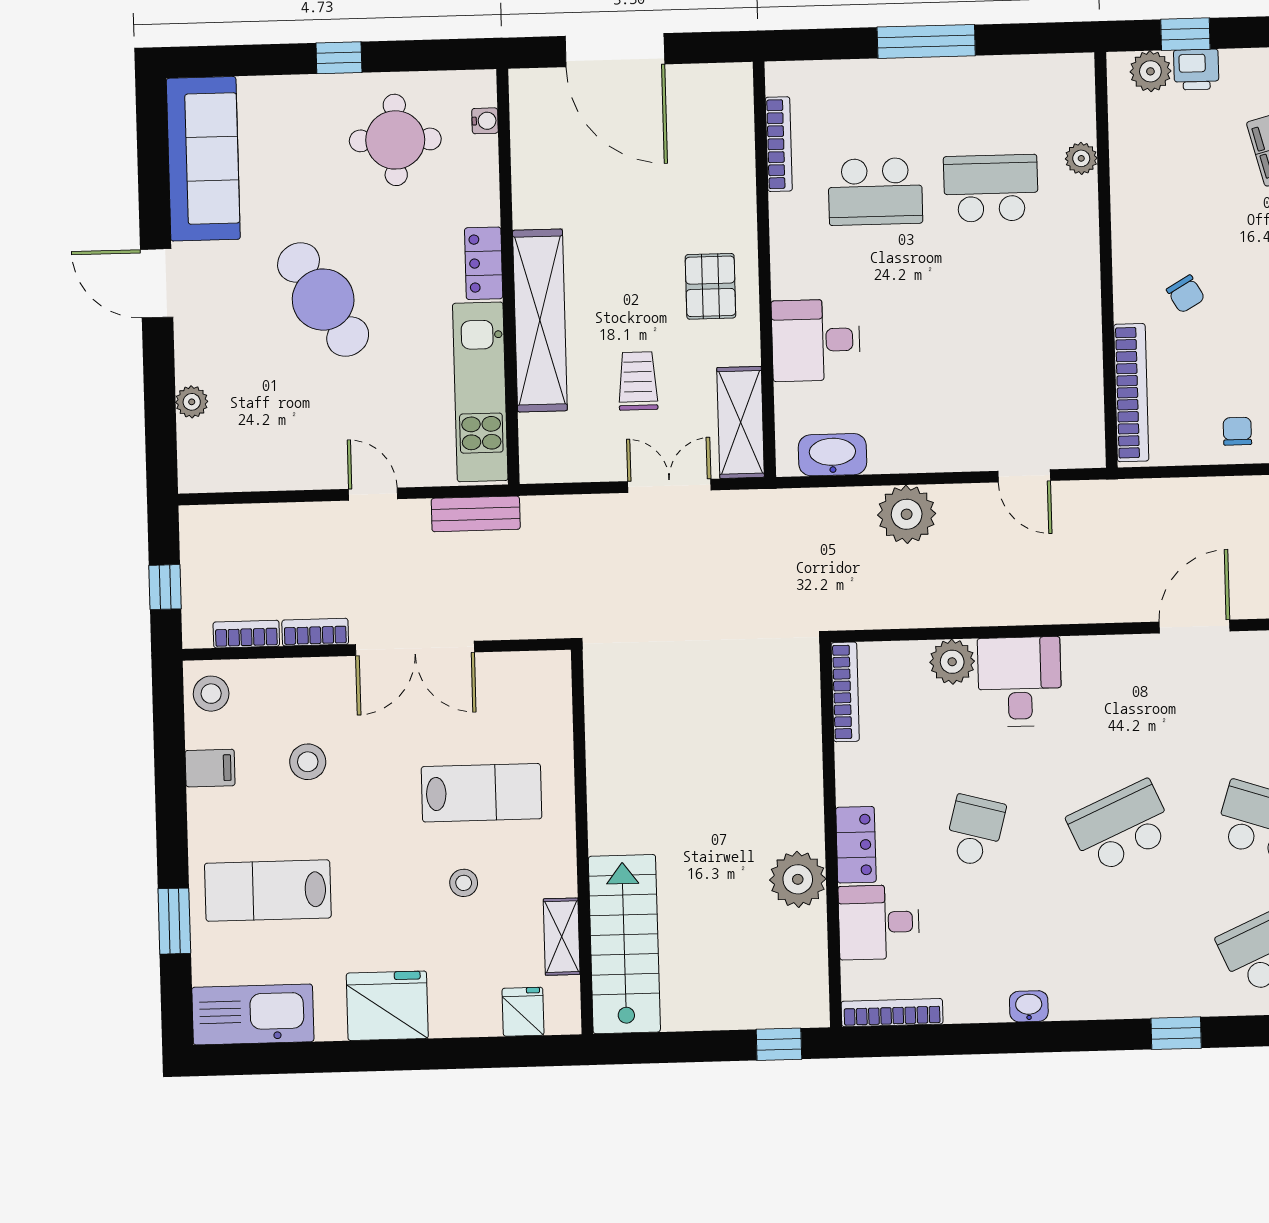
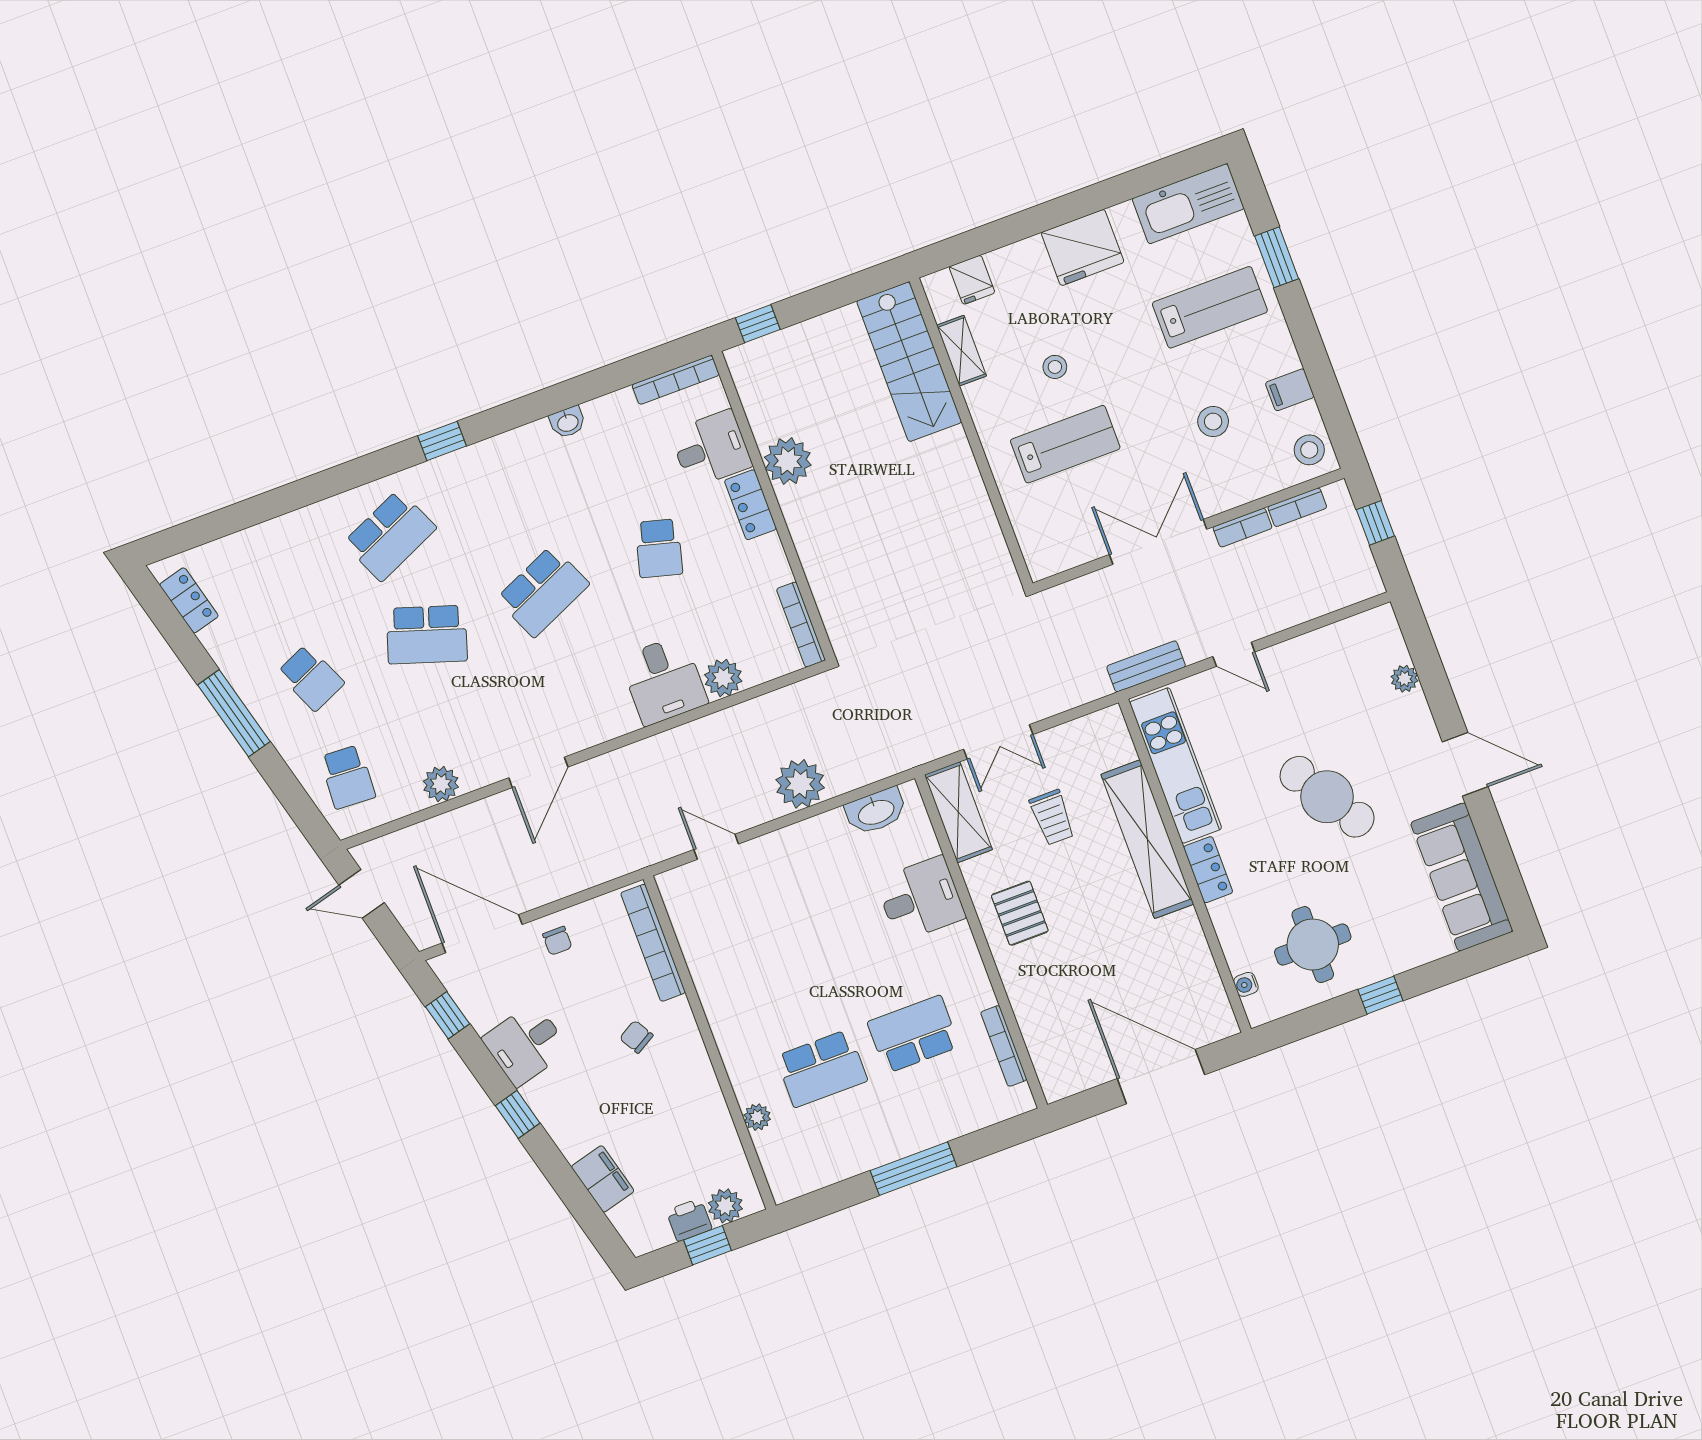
lab bench: (481, 793) -> (1065, 444), turned 180

